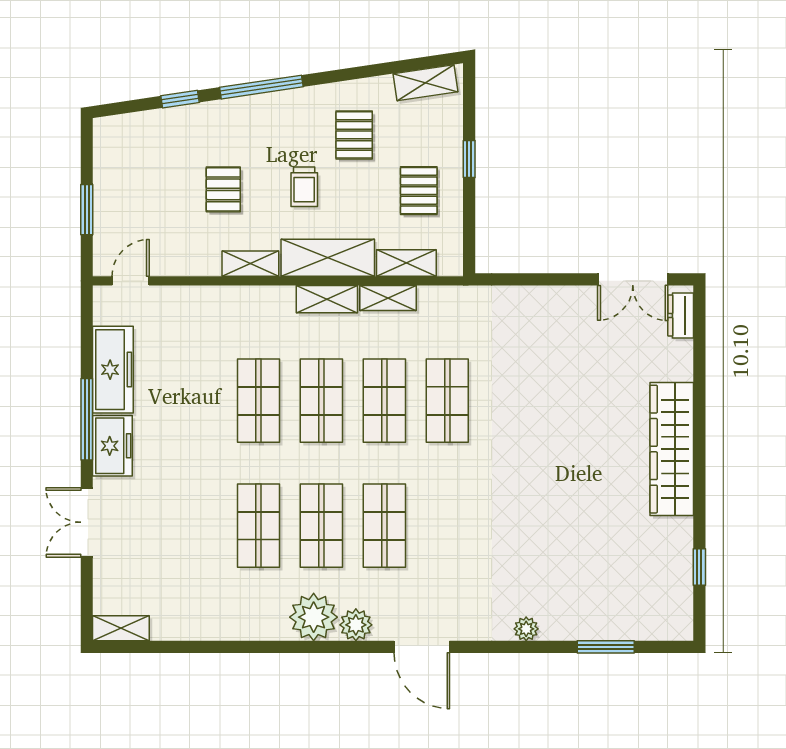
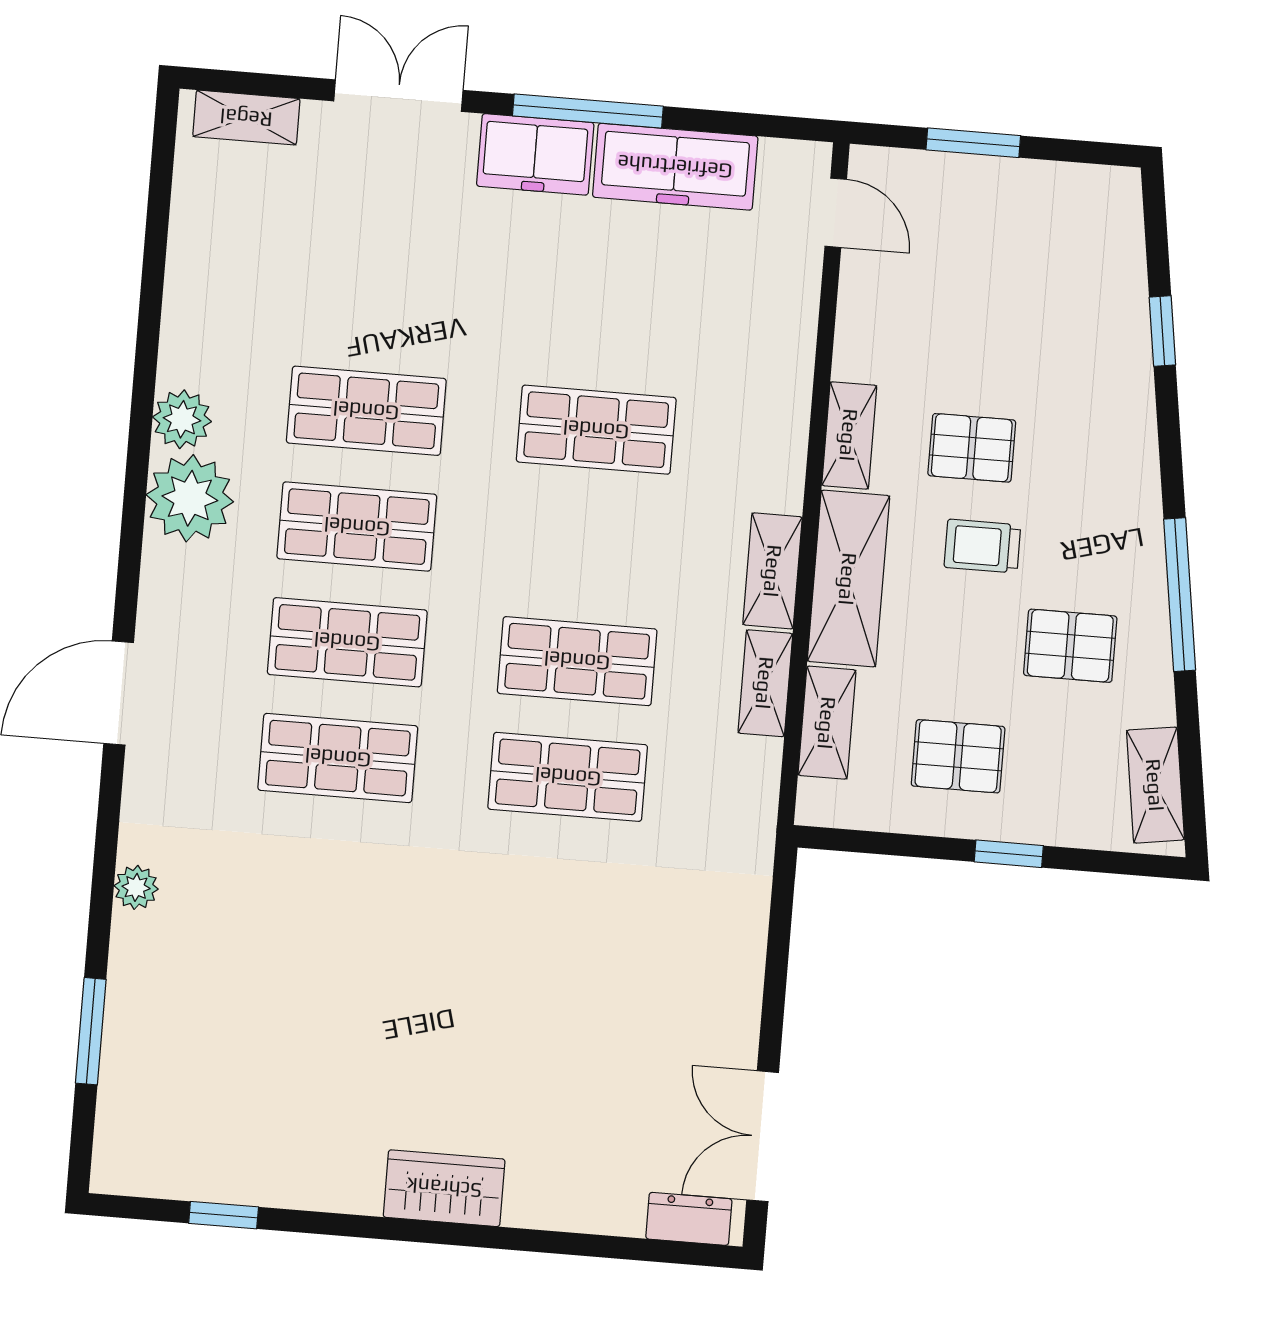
window: (261, 87) -> (1180, 595), moved
pallet: (223, 189) -> (972, 448), moved
shop shelf: (321, 401) -> (338, 758), moved
wardrobe: (672, 449) -> (444, 1188), width x0.48, depth x0.85
plant: (356, 625) -> (182, 419), moved
shelving: (121, 628) -> (246, 118), moved, turned 90

